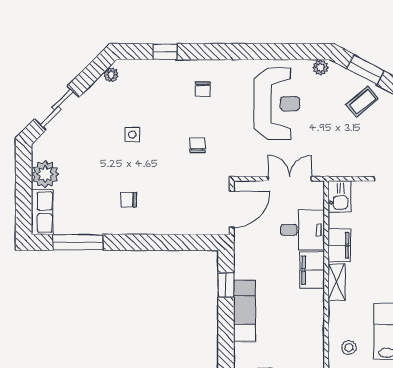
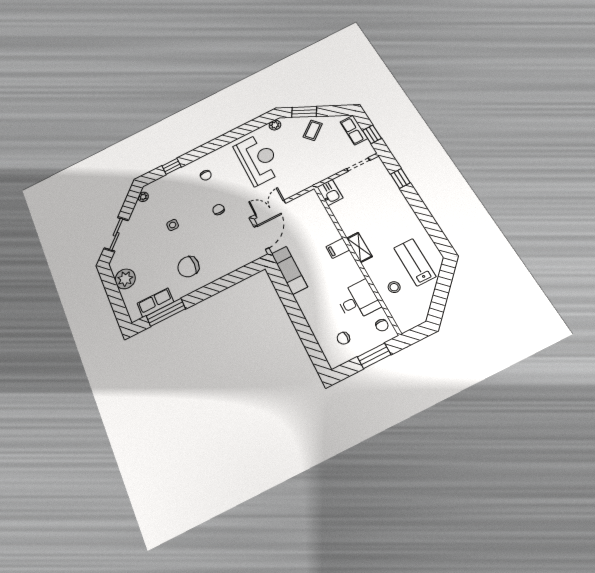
double door: (290, 179) -> (270, 209), moved
chair: (129, 200) -> (188, 267), width x1.87, depth x1.87
row of seats: (42, 212) -> (155, 303), moved, turned -90
desk: (302, 230) -> (358, 300), moved
filing cabinet: (339, 245) -> (347, 223), removed
filing cabinet: (312, 270) -> (338, 248), width x0.50
window: (226, 285) -> (283, 289), removed
exam couch: (244, 311) -> (289, 270), moved

